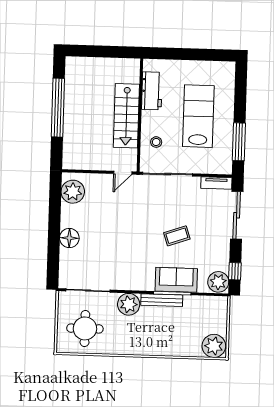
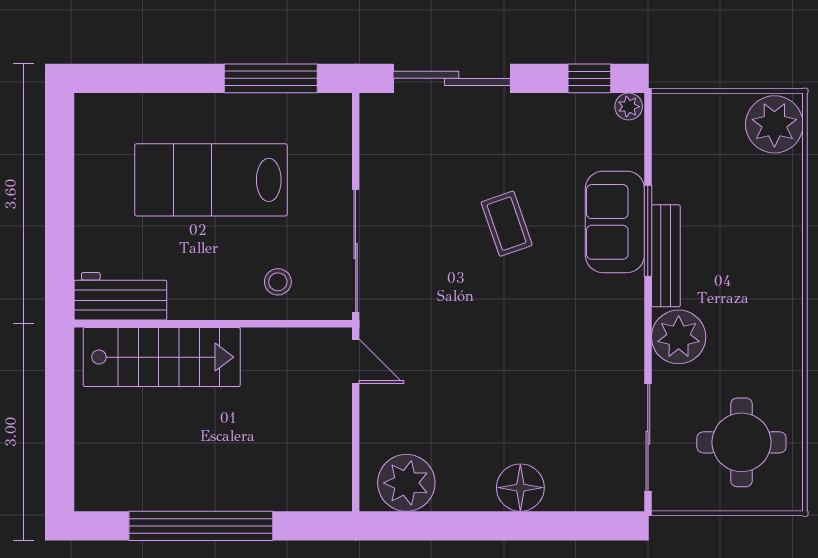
workbench: (152, 91) -> (120, 296), moved
stairs: (126, 116) -> (162, 357), moved
tv unit: (216, 183) -> (374, 131), removed
plant: (218, 282) -> (629, 107), width x0.53, depth x0.53

